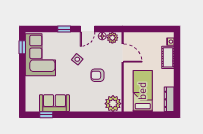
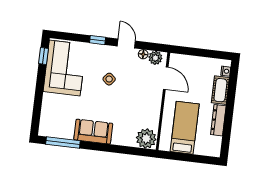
door: (88, 29) -> (126, 44), swing flipped
armchair: (97, 75) -> (132, 102), removed
dresser: (169, 99) -> (218, 120), moved
sofa: (54, 103) -> (93, 132), moved
window: (46, 115) -> (63, 142), width x2.17

